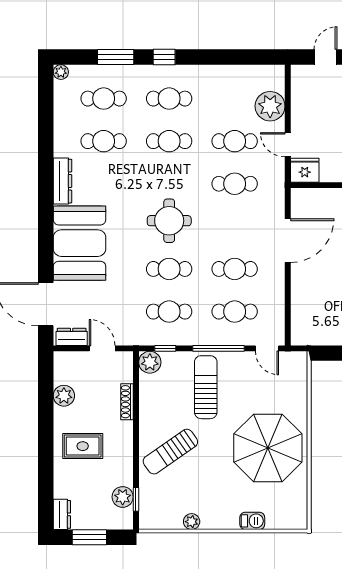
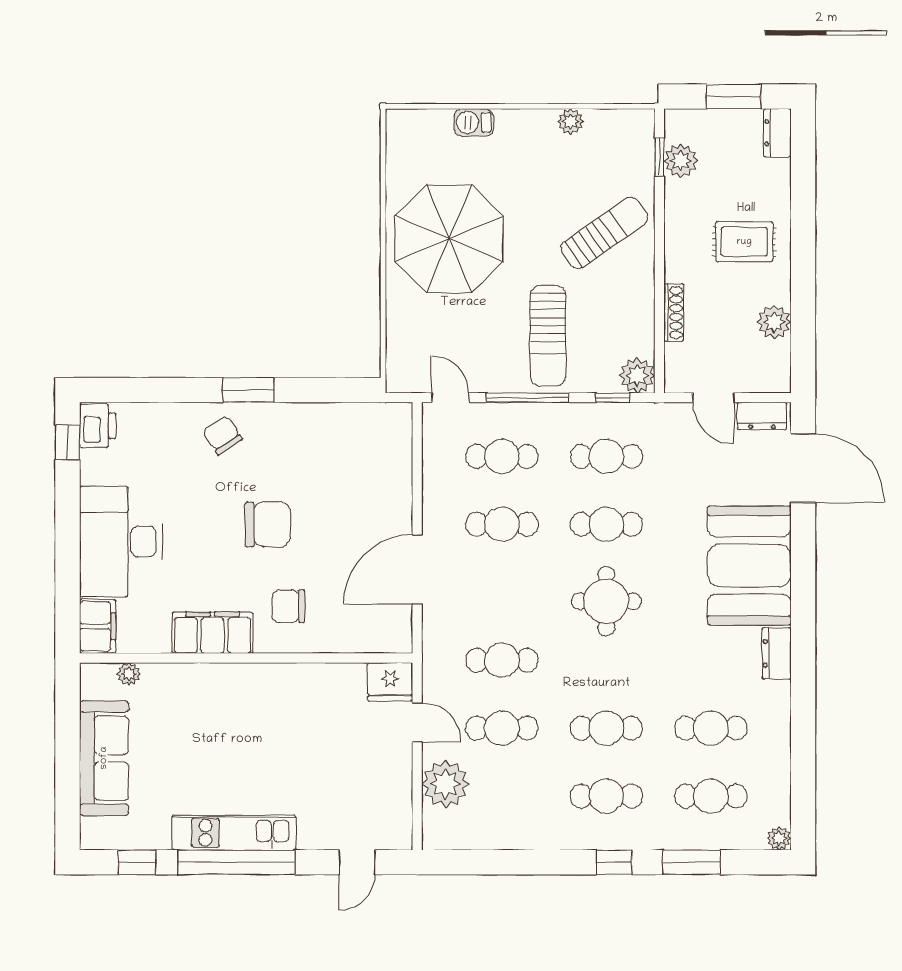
dresser: (62, 181) -> (777, 653), width x0.70

